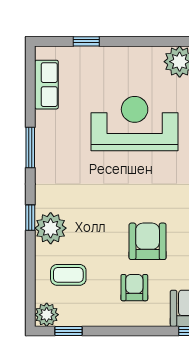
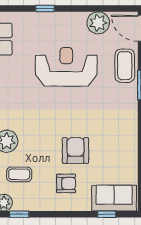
window: (86, 41) -> (45, 8), moved
armchair: (134, 288) -> (66, 183), turned 90

